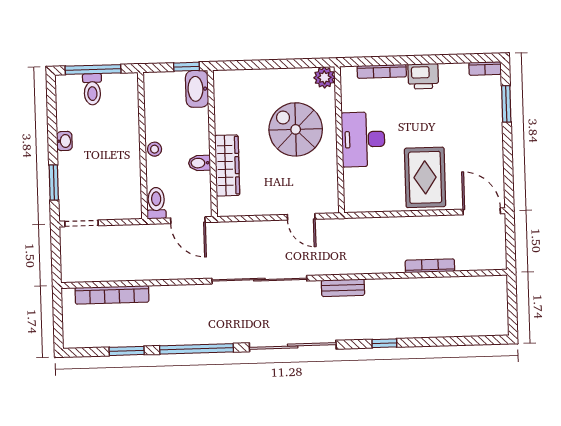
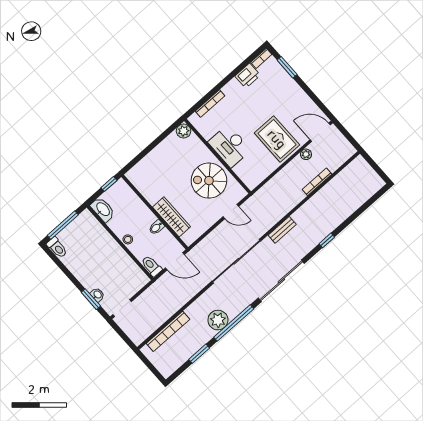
printer: (423, 76) -> (248, 76), moved
toilet: (92, 89) -> (57, 248), moved
washbasin: (197, 89) -> (103, 209), moved, turned 180
spiral stairs: (296, 129) -> (209, 181), moved
washbasin: (64, 141) -> (97, 295), moved
plant: (444, 223) -> (306, 154), added
plant: (181, 330) -> (218, 320), added

